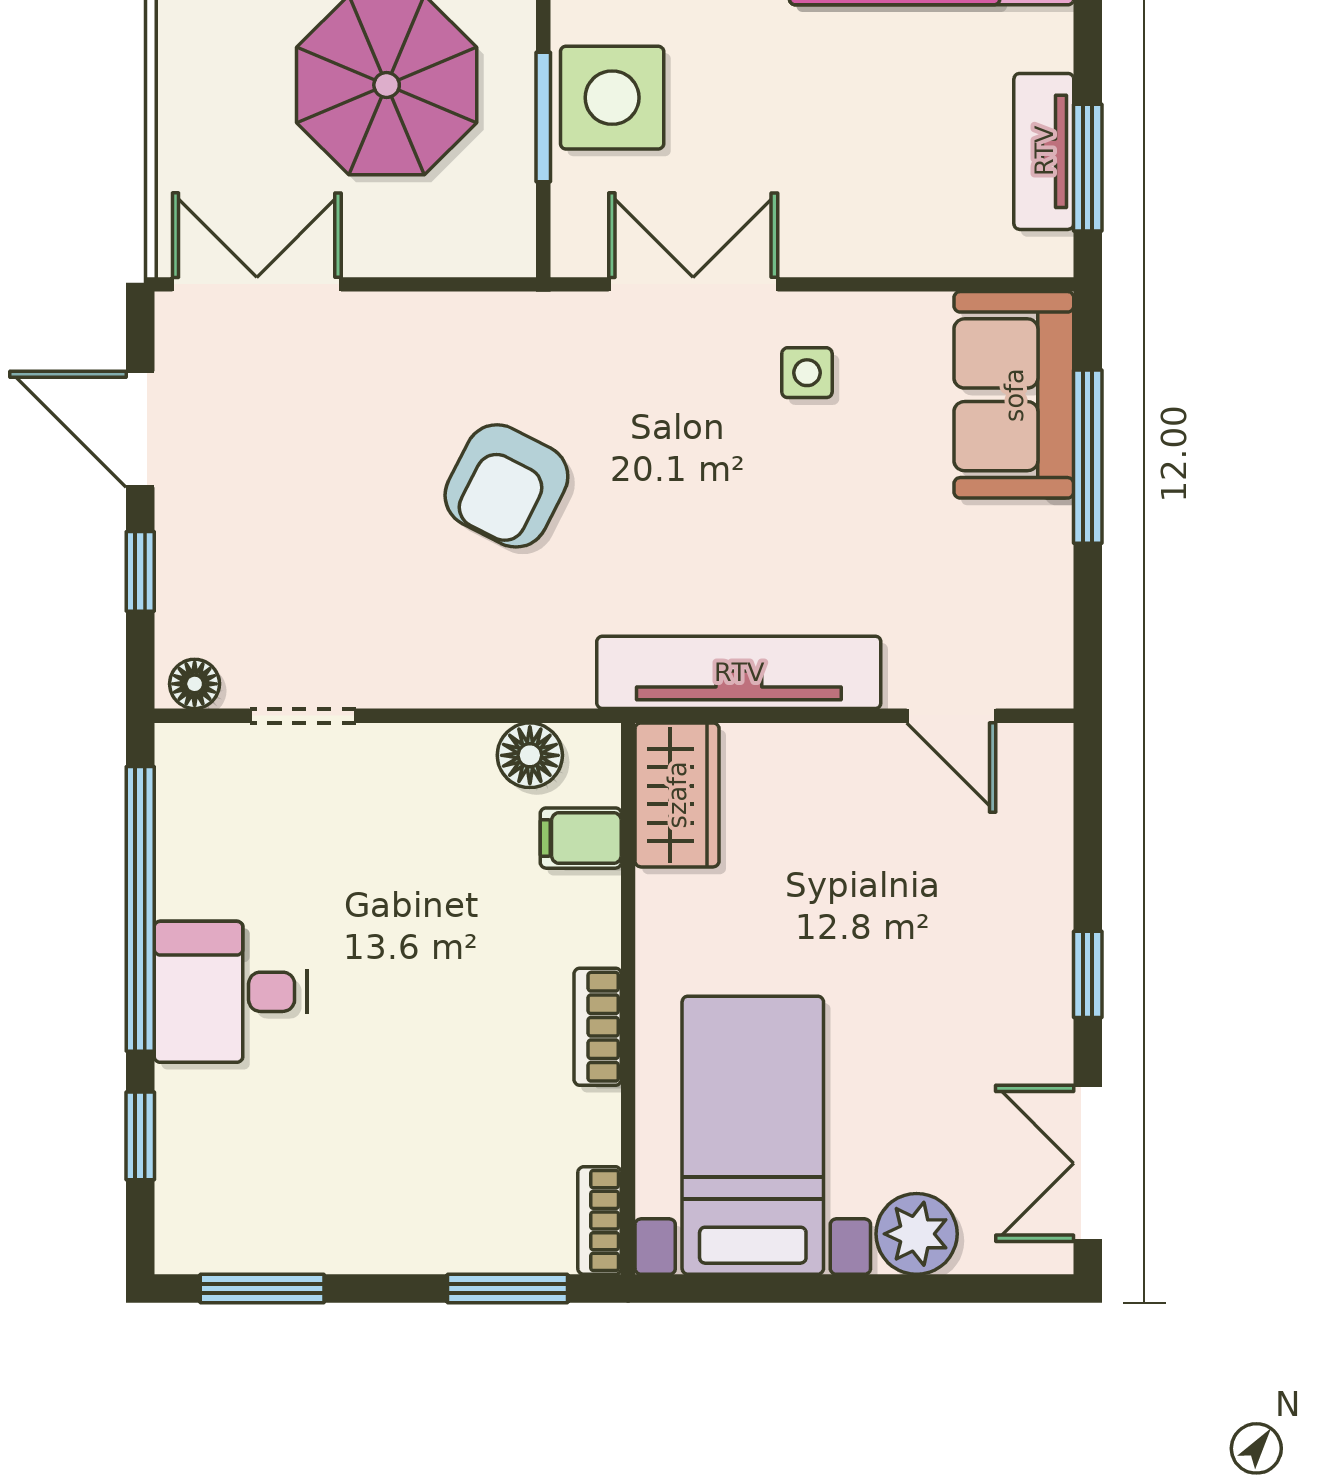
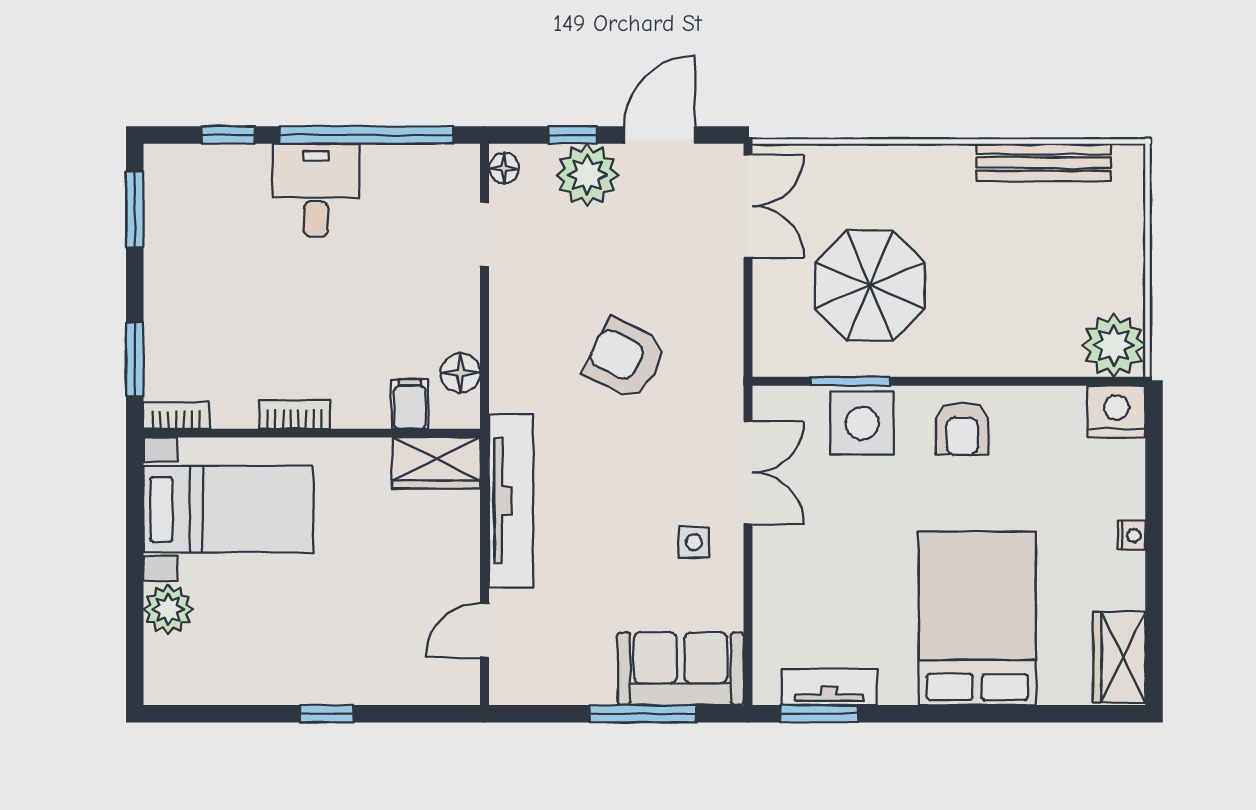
plant: (205, 547) -> (587, 175), added
double door: (1088, 1163) -> (211, 714), removed

